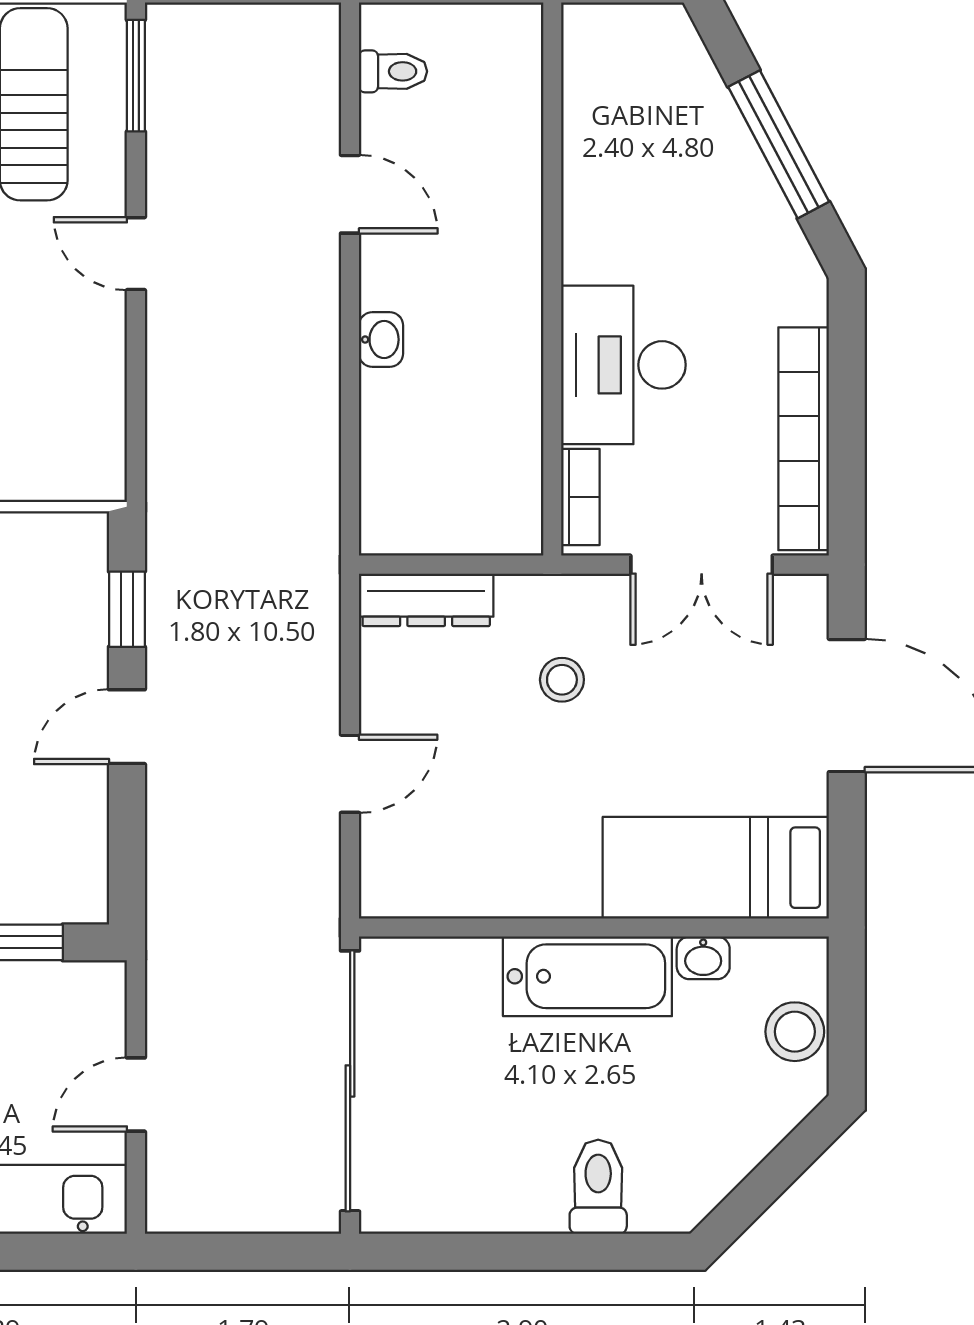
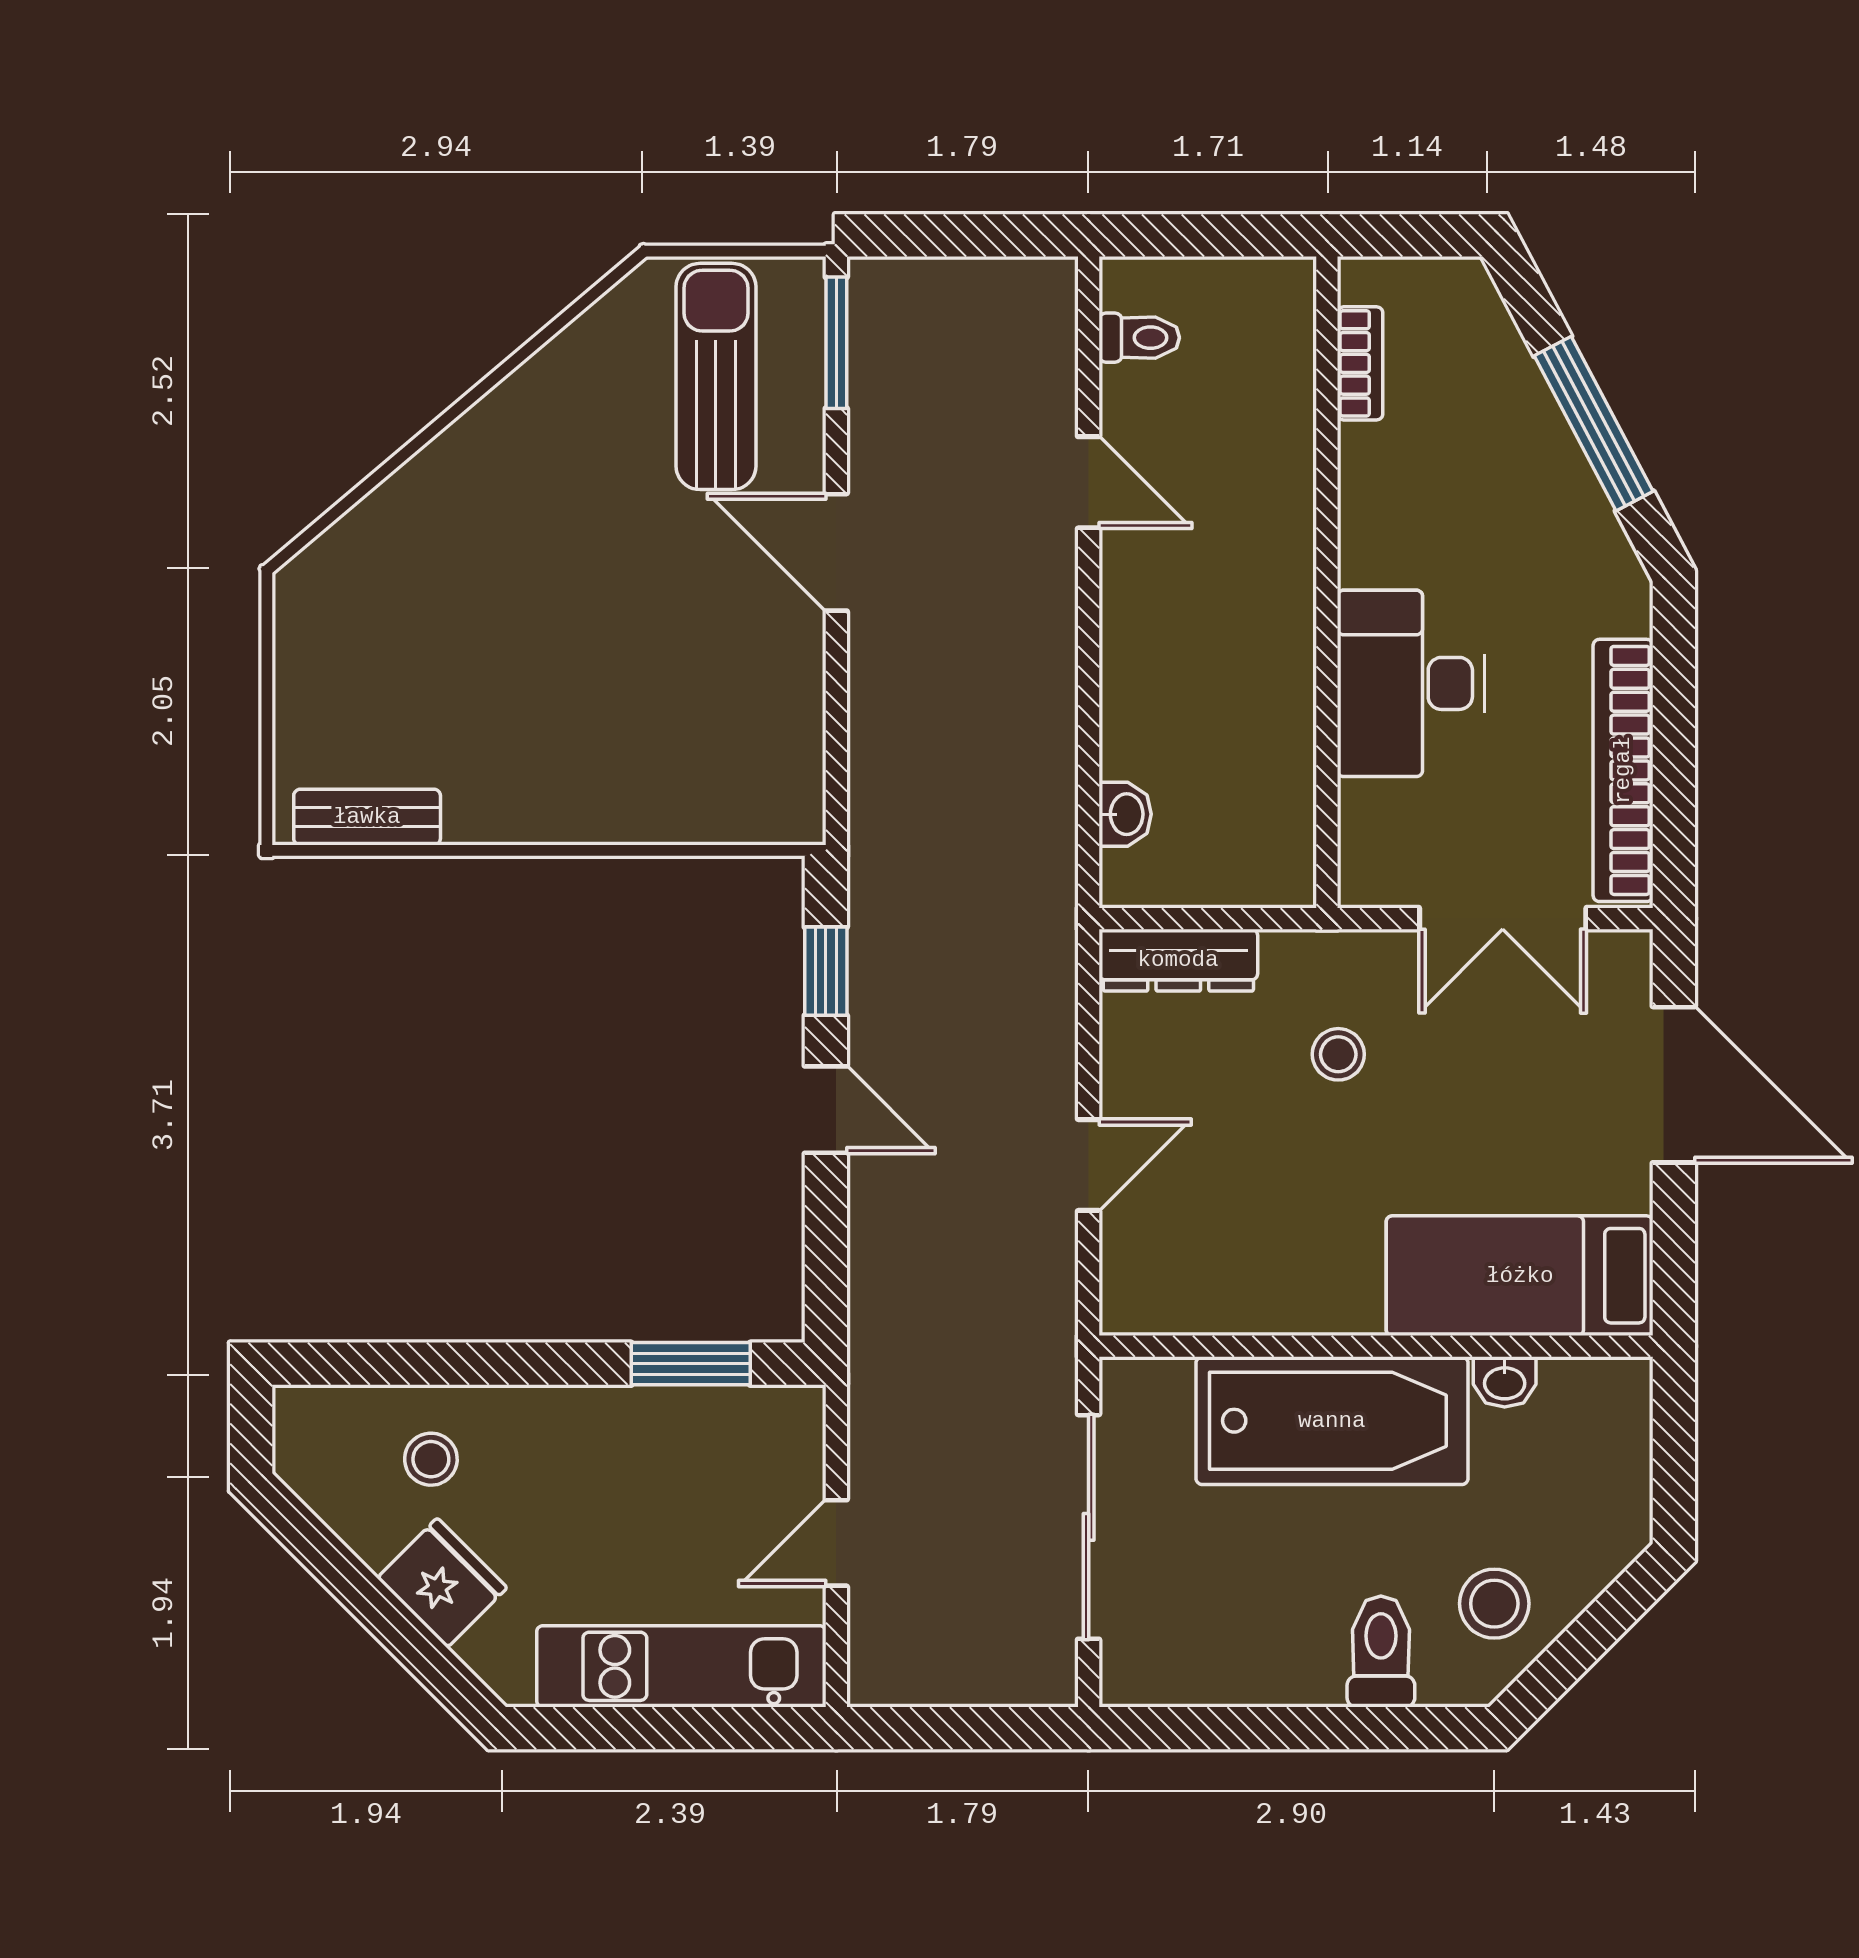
door: (136, 254) -> (836, 552), width x1.38
washbasin: (381, 340) -> (1125, 814), moved
bookcase: (580, 497) -> (1360, 363), moved
door: (127, 727) -> (826, 1110), swing flipped
bathtub: (587, 976) -> (1332, 1421), width x1.36, depth x1.36
stool: (795, 1032) -> (1494, 1604), moved
sliding door: (350, 1081) -> (1089, 1527), width x0.73

